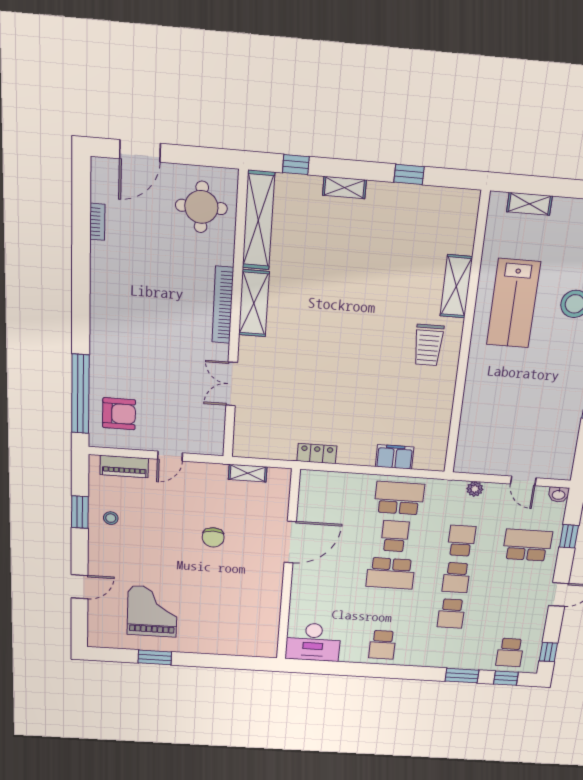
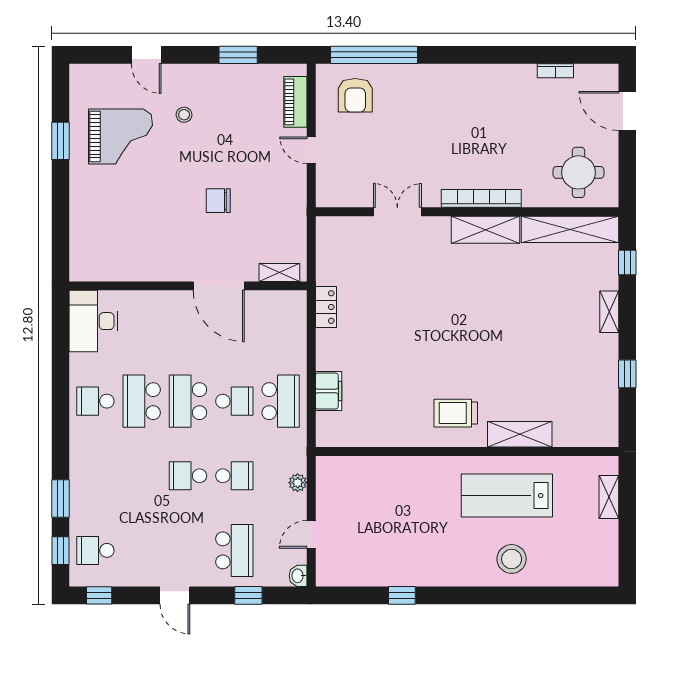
shelving: (248, 473) -> (279, 272), moved, turned 90
stool: (111, 518) -> (184, 115), moved
school desk: (451, 614) -> (142, 401), moved, width x1.85

